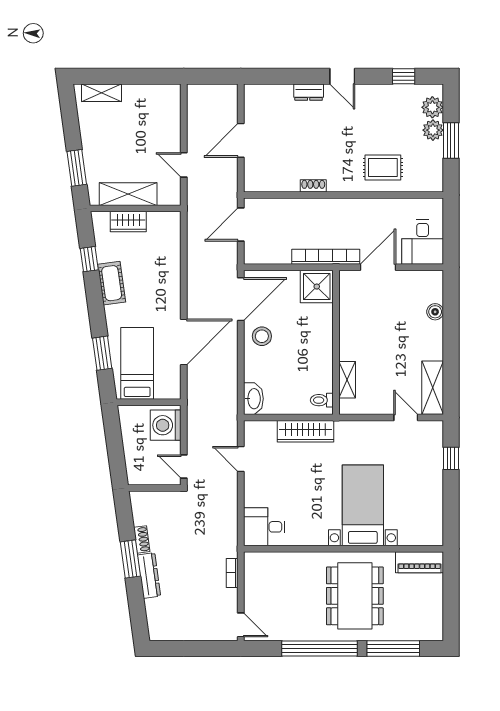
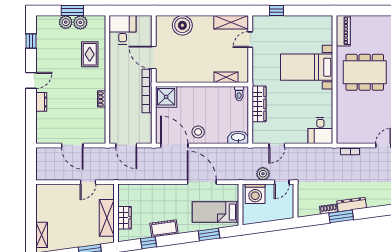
plant: (432, 107) -> (80, 22), moved
desk: (423, 242) -> (123, 30), moved, turned -90
boiler: (435, 312) -> (182, 25), width x1.86, depth x1.86
plant: (197, 437) -> (263, 174), added

